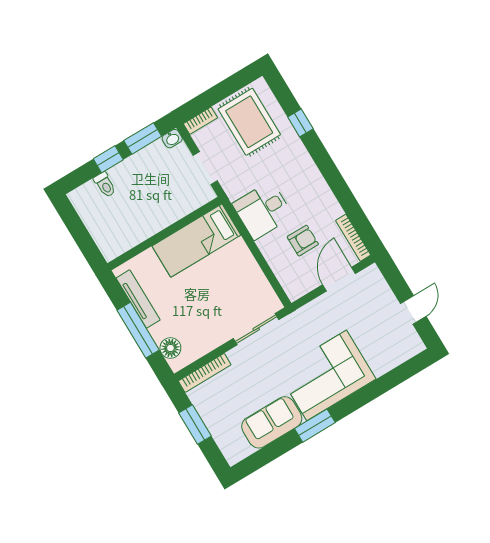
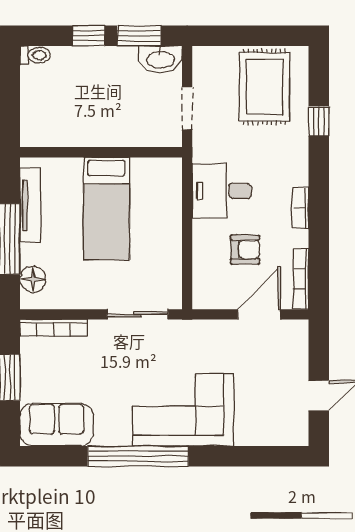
bookcase: (200, 121) -> (301, 209), moved, turned 90
washbasin: (172, 139) -> (160, 59), width x1.91, depth x1.45
toilet: (105, 185) -> (35, 55), moved, turned -90
bed: (196, 241) -> (107, 209), moved, turned -90
sofa: (272, 422) -> (57, 425), moved
window: (315, 426) -> (138, 456), width x2.11

